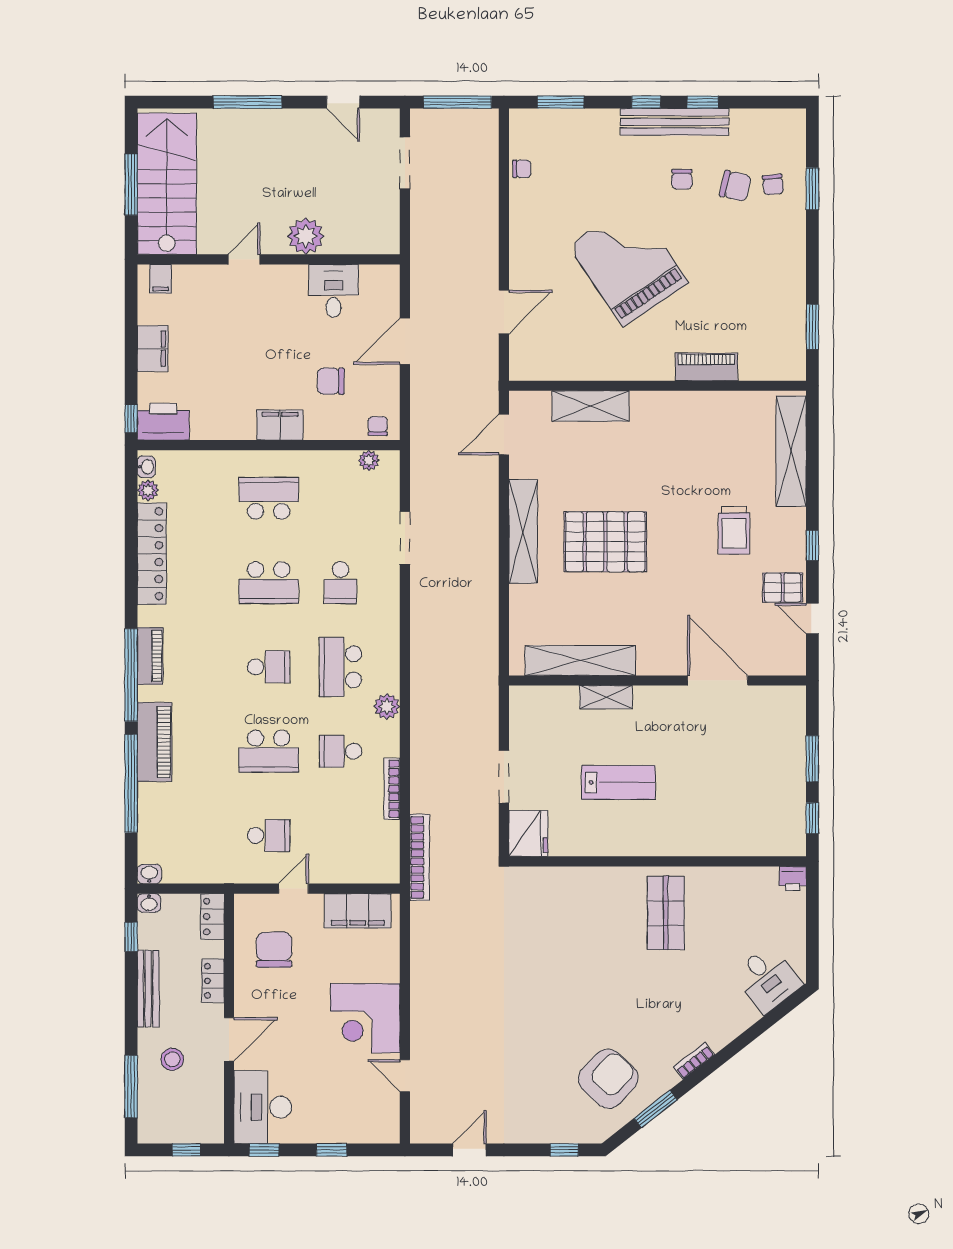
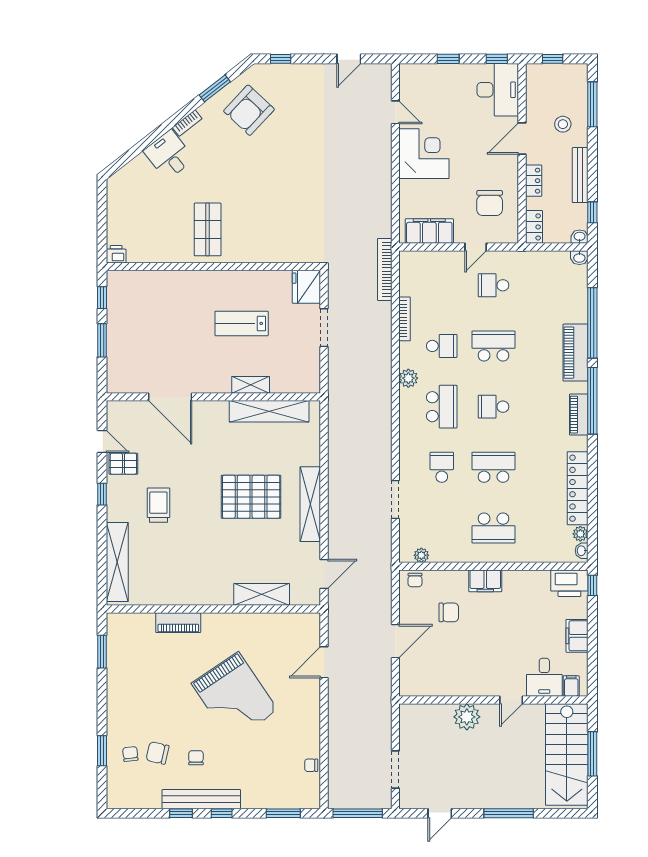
door: (343, 102) -> (440, 813), swing flipped
desk: (333, 291) -> (544, 677), moved
desk: (767, 979) -> (169, 155), moved

